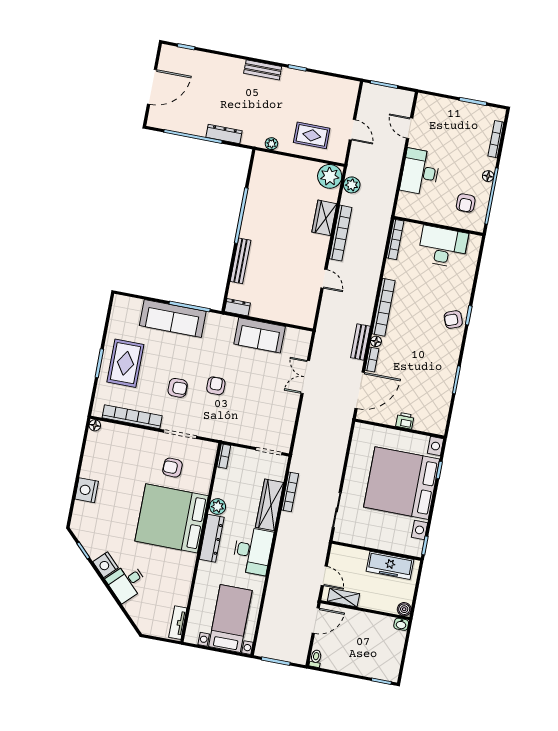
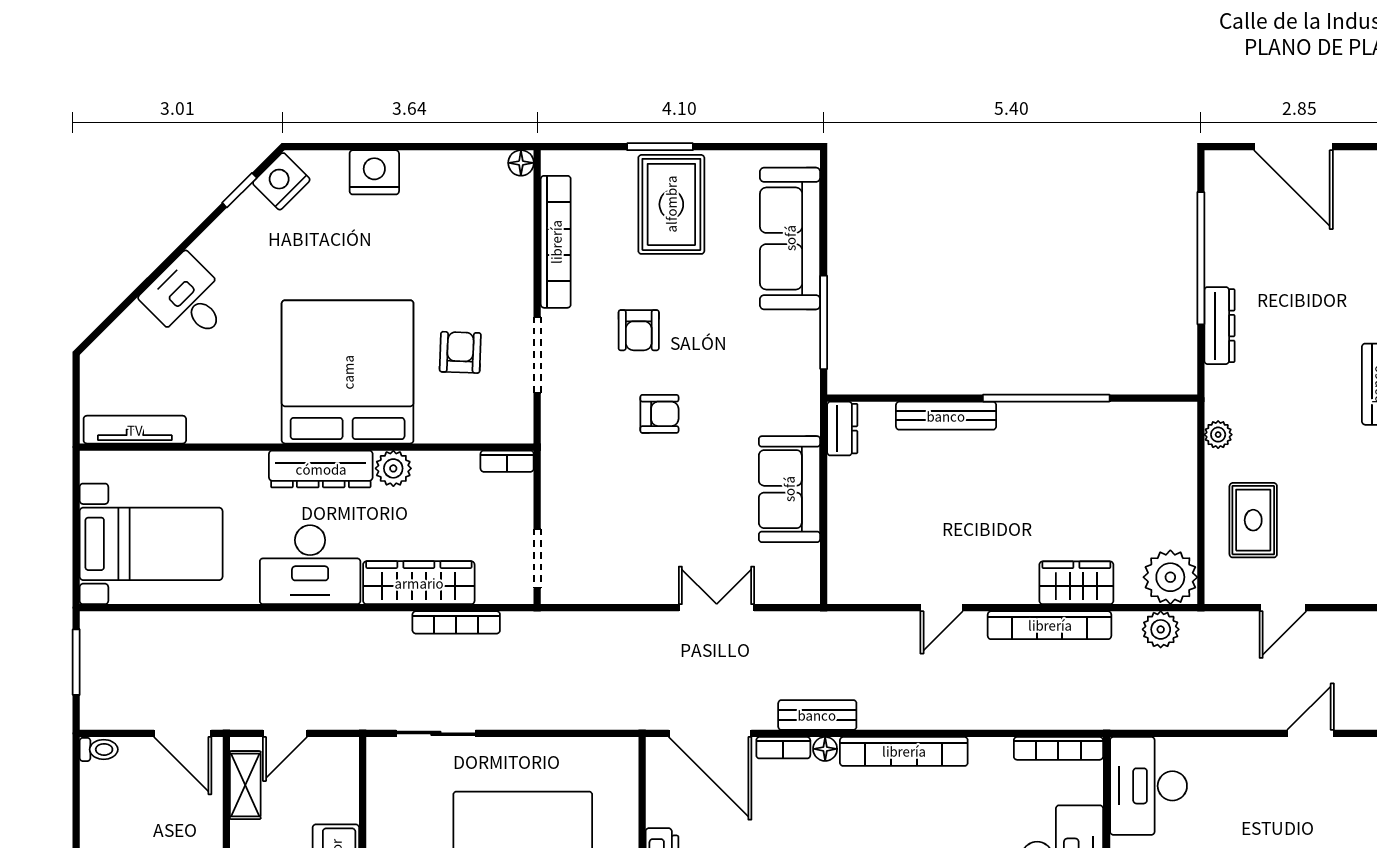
desk: (420, 172) -> (1149, 786), moved, turned -90
sofa: (173, 318) -> (790, 238), moved
rug: (125, 363) -> (671, 204), turned 90
nightstand: (106, 565) -> (281, 181), moved
tv unit: (178, 623) -> (135, 430), width x1.41

